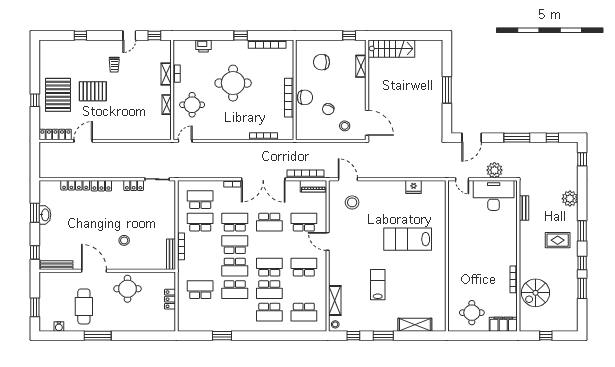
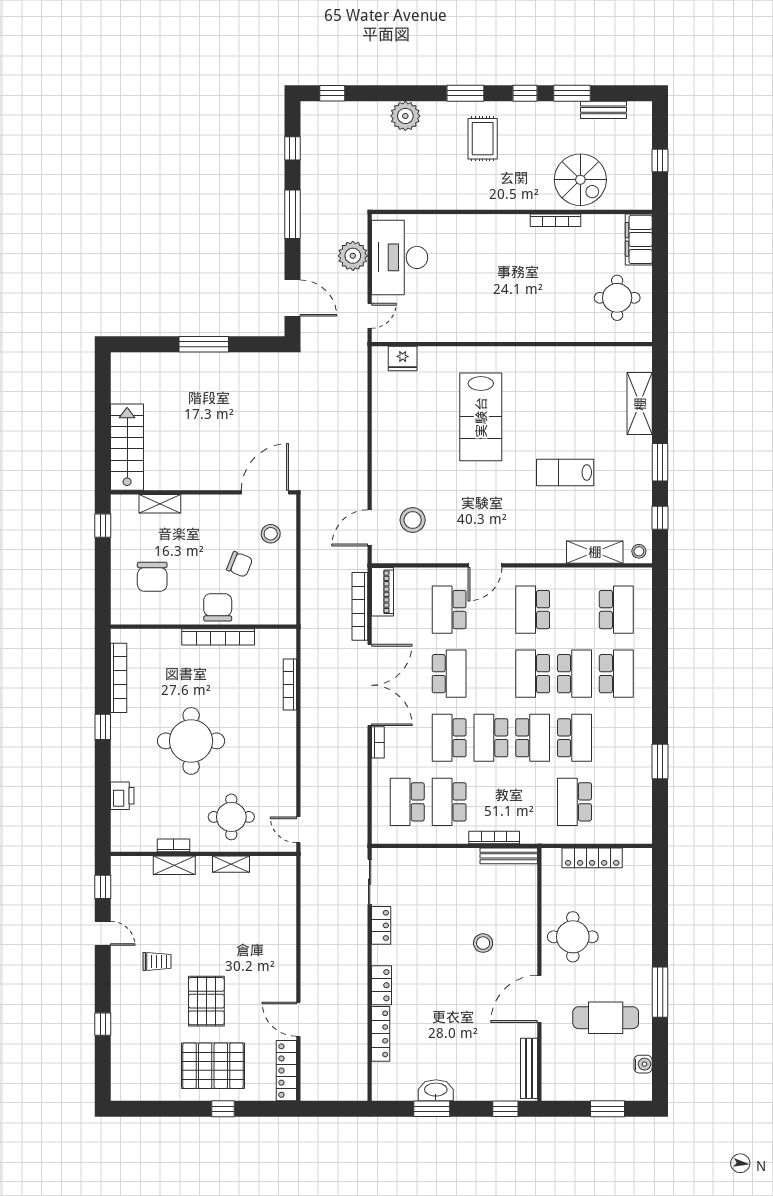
fridge: (414, 187) -> (403, 358), moved, turned 90
bench: (524, 208) -> (604, 110), moved
locker: (170, 299) -> (592, 858), width x1.53

